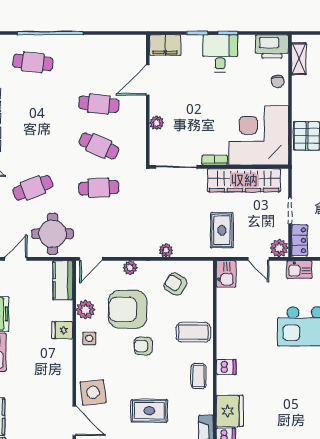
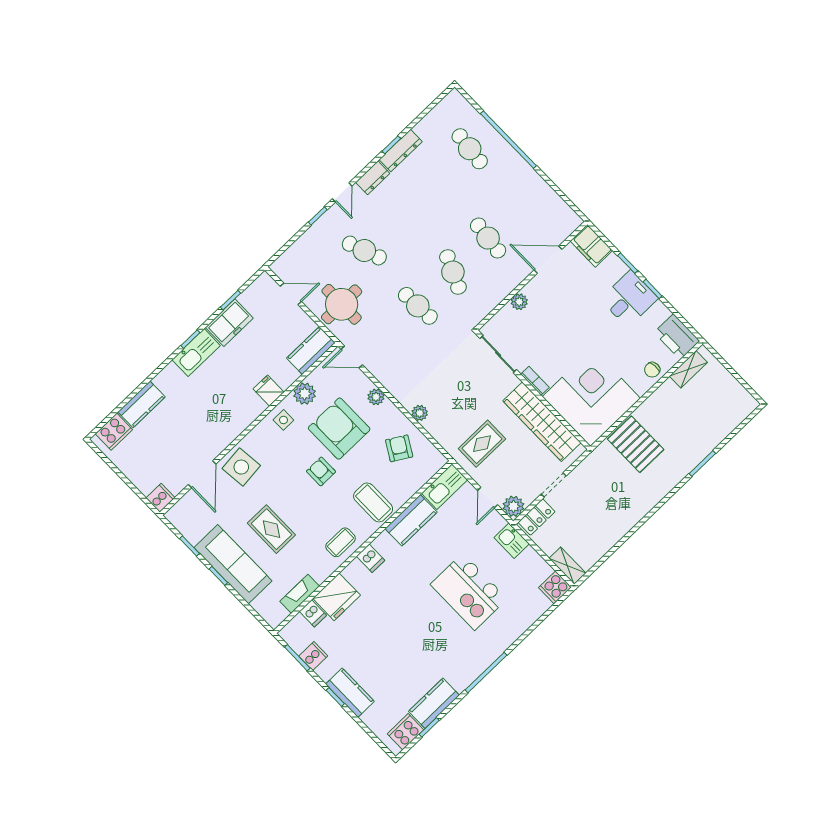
kitchen sink: (226, 274) -> (445, 487), width x1.38
kitchen counter: (227, 320) -> (411, 520), added

